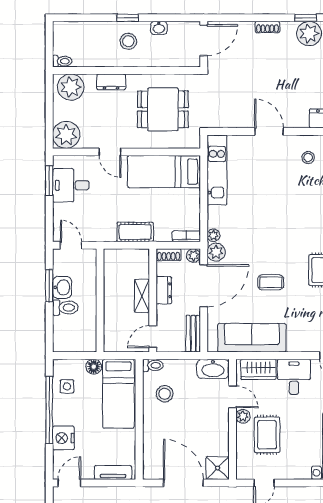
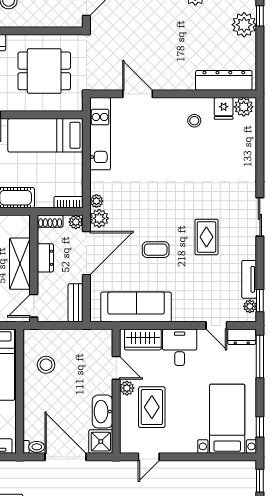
door: (269, 132) -> (138, 94), moved
shelving: (142, 296) -> (20, 264), width x1.50, depth x1.33
toilet: (153, 365) -> (34, 447), moved
washbasin: (213, 369) -> (102, 412), moved, turned 90

